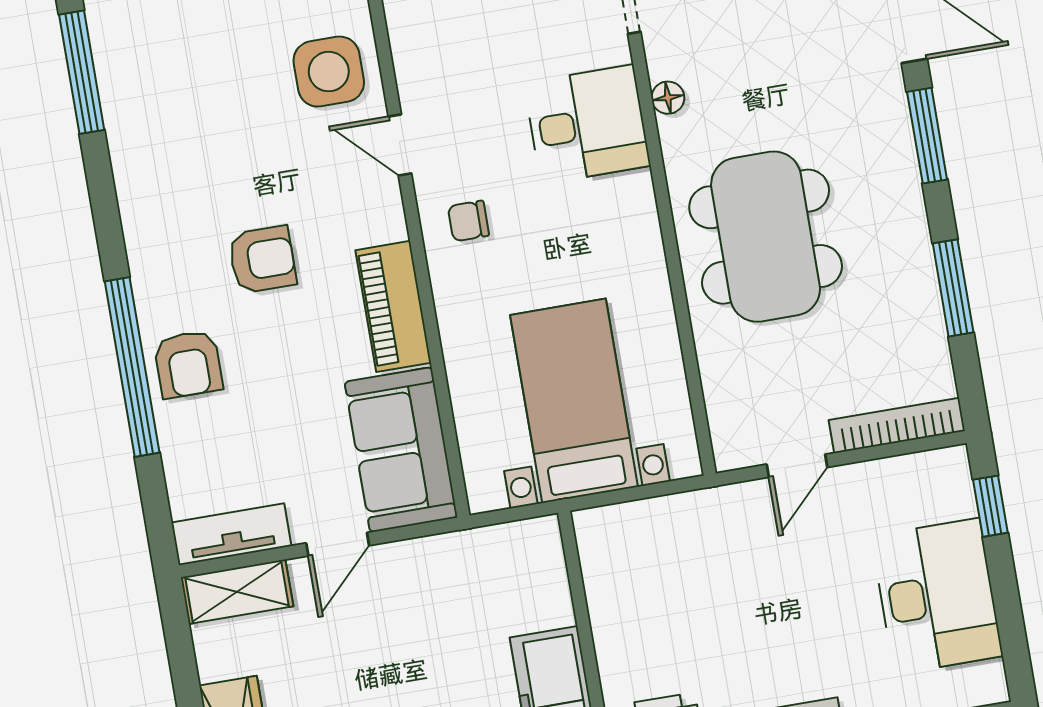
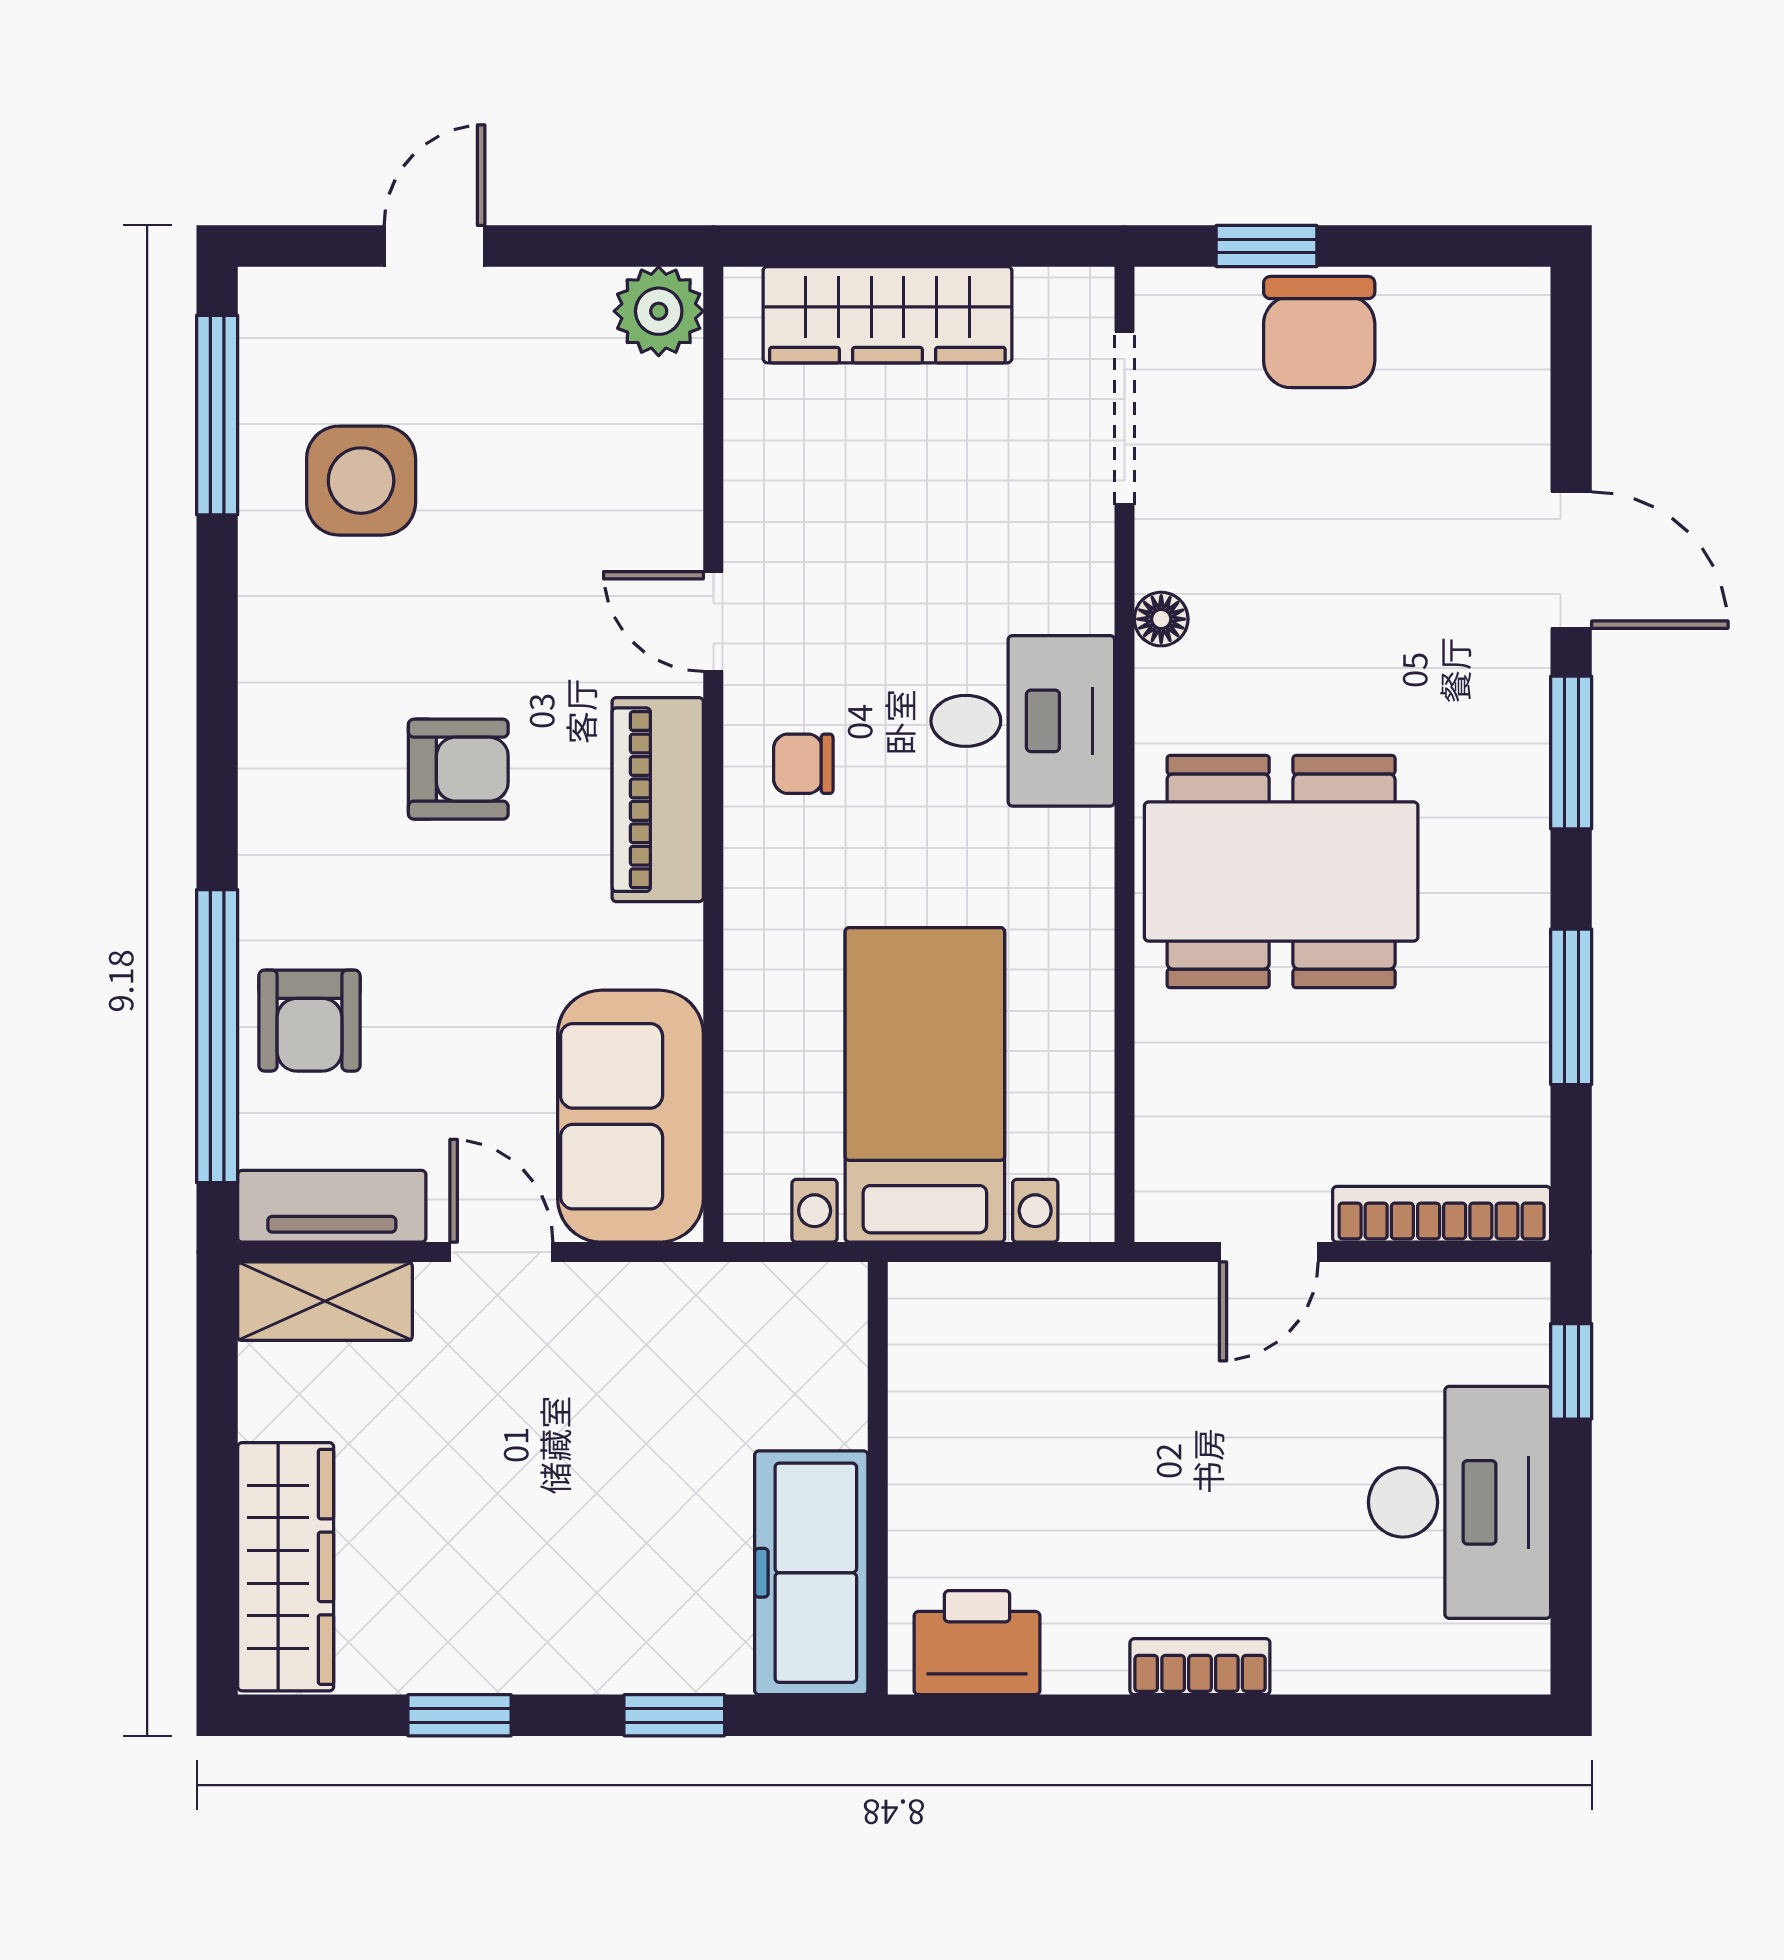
side table: (329, 72) -> (361, 481), moved
desk: (587, 124) -> (1023, 721), moved
dining table: (766, 237) -> (1281, 872), turned 90
piano: (393, 306) -> (658, 800), moved
armchair: (188, 364) -> (310, 1021), moved
window: (132, 367) -> (217, 1036), moved
door: (338, 544) -> (501, 1252), swing flipped

